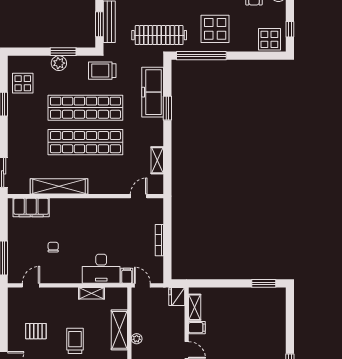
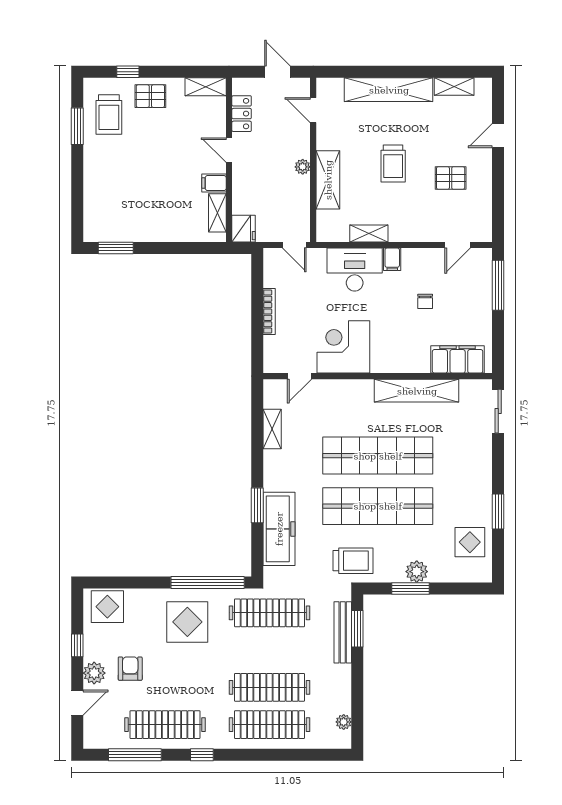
window: (290, 29) -> (77, 645), moved
corner desk: (109, 216) -> (343, 347), added
filing cabinet: (127, 276) -> (392, 259), moved

